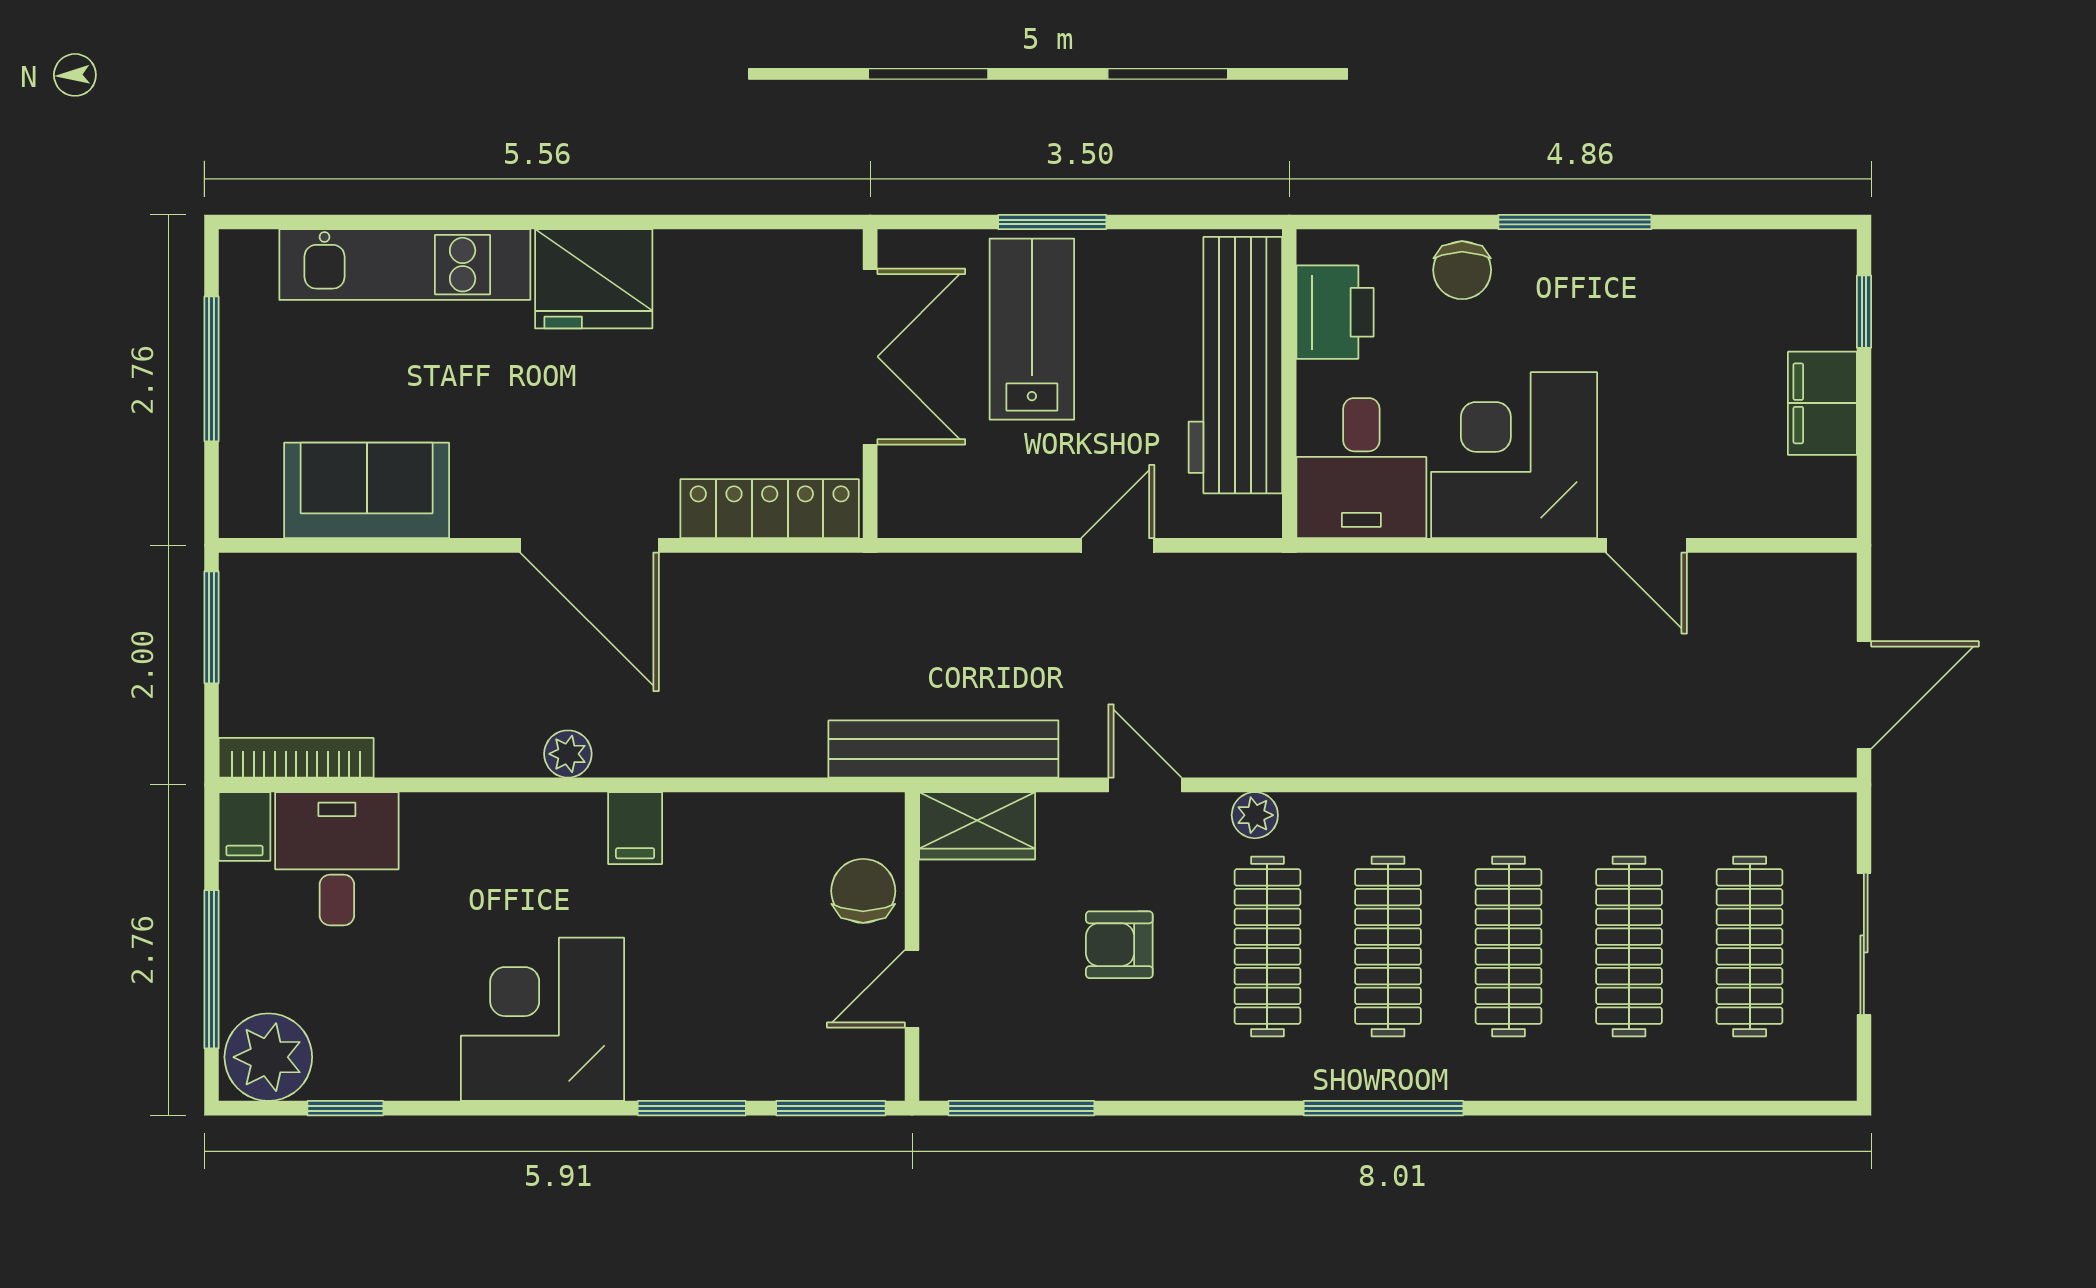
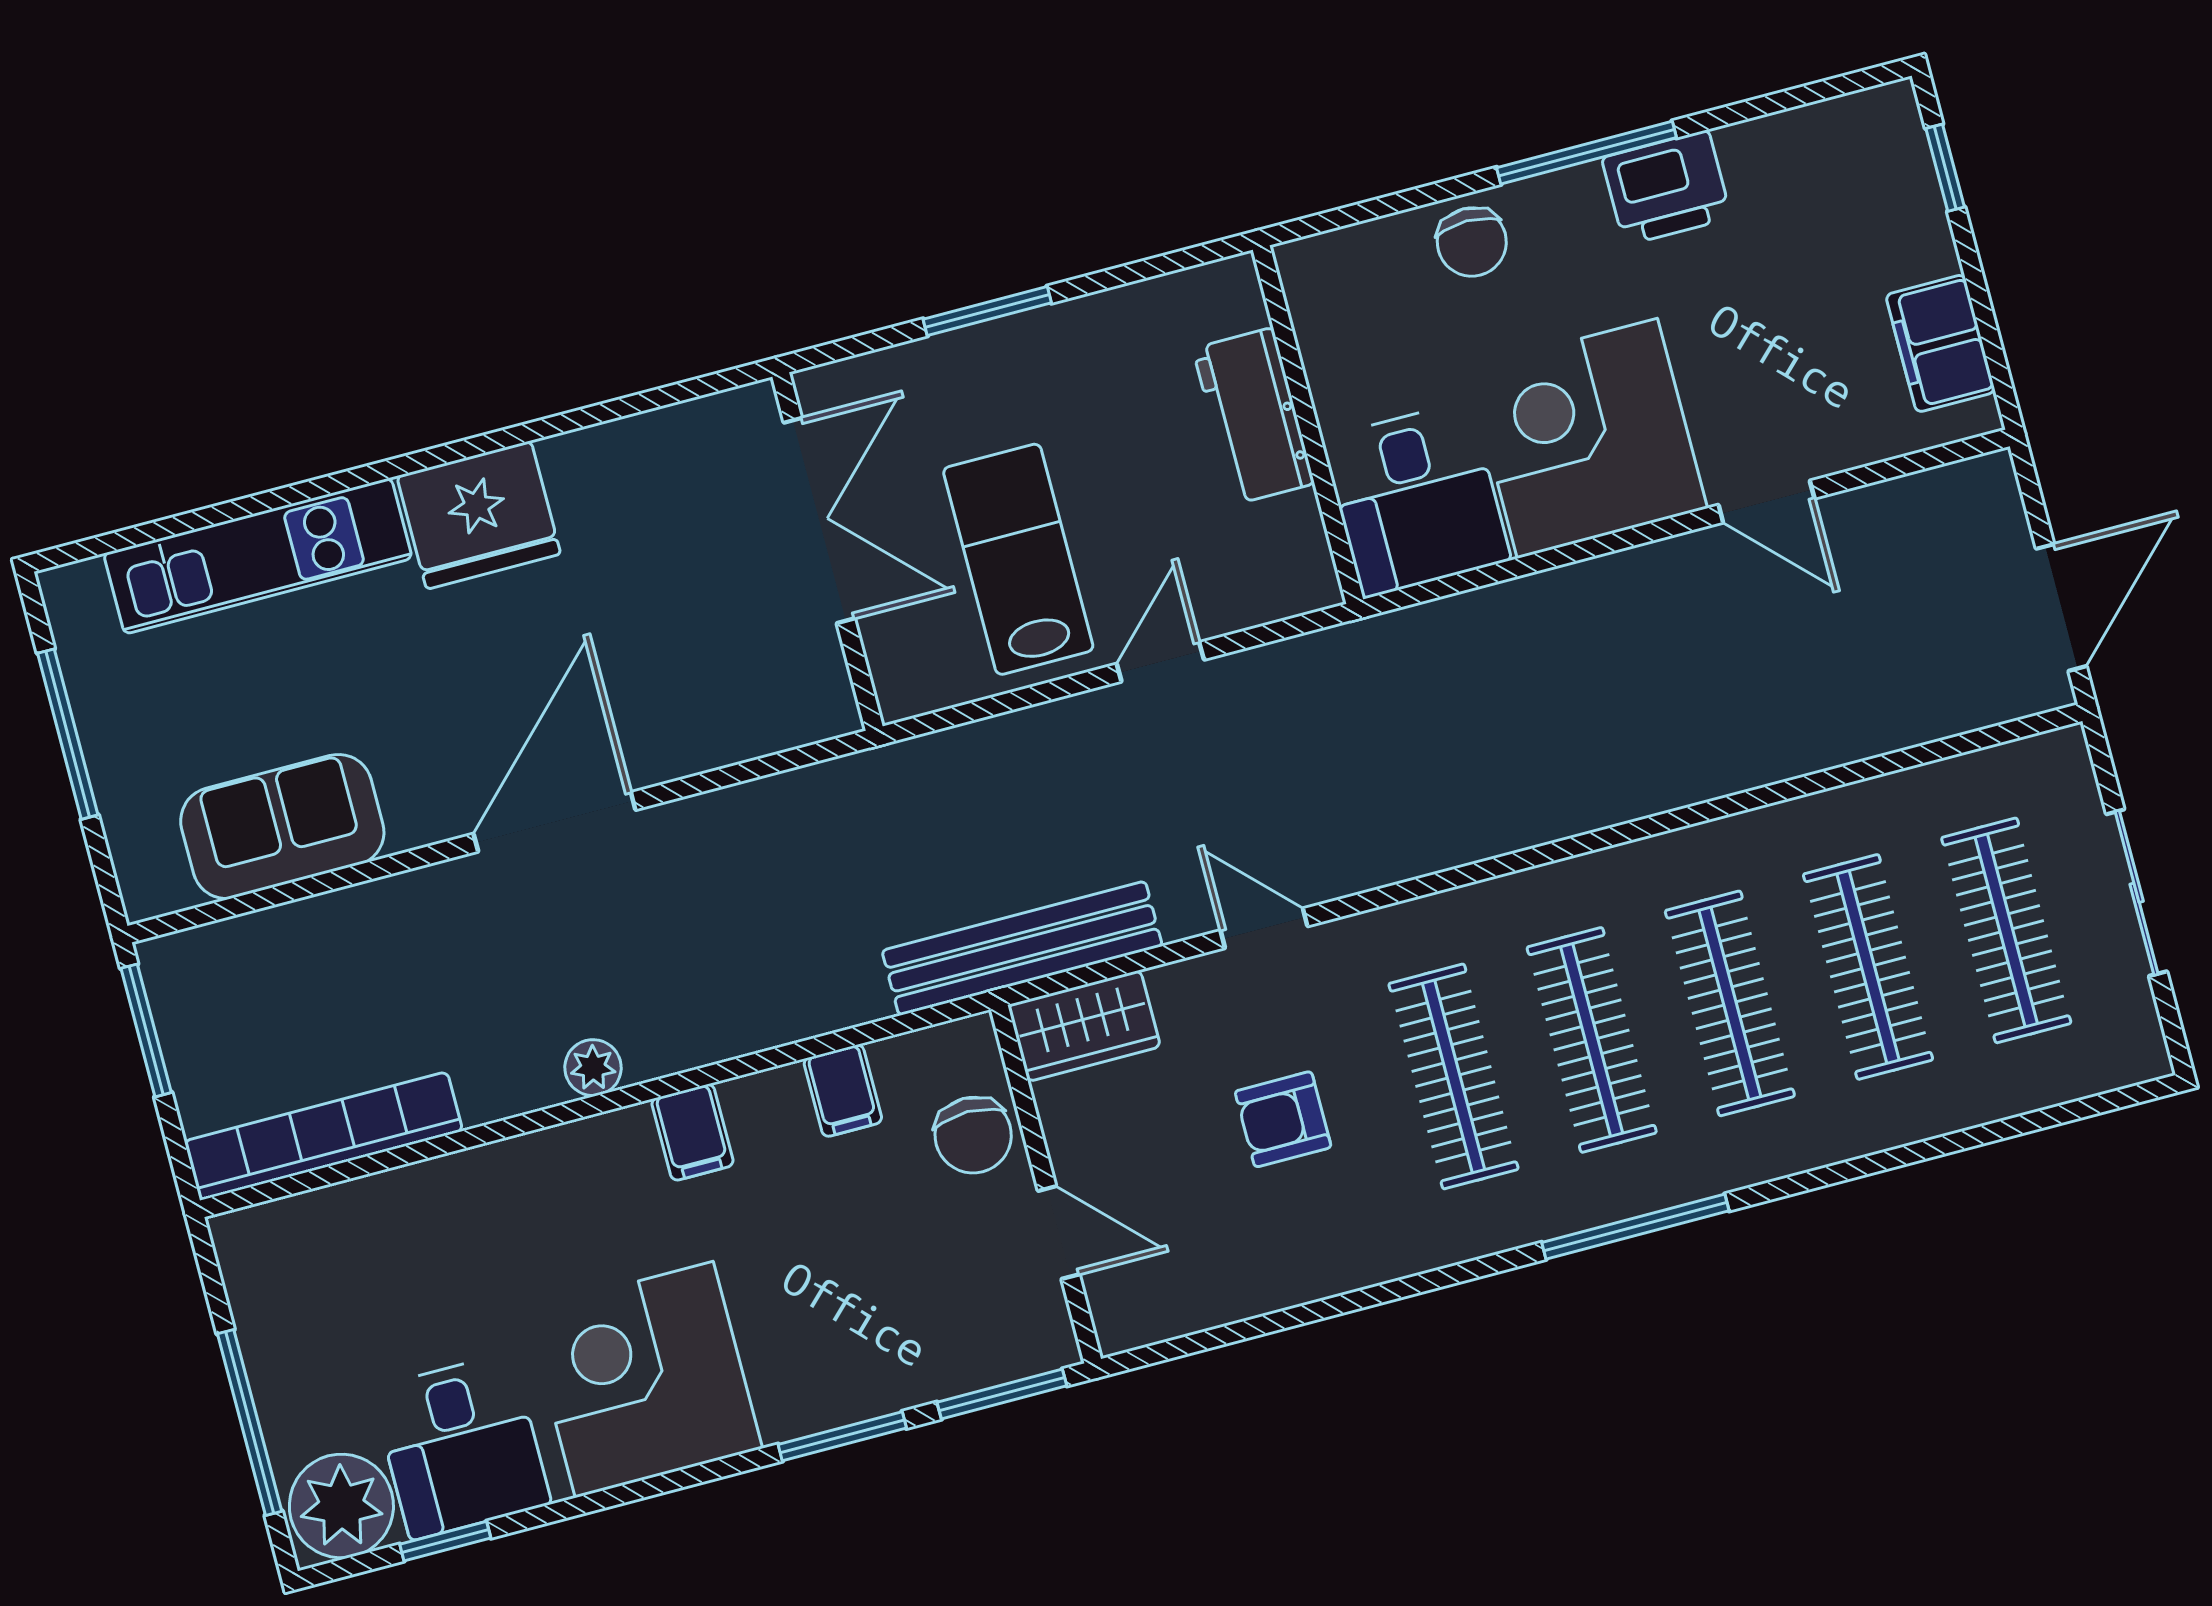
printer: (1335, 312) -> (1666, 188), moved, turned 90
lab bench: (1032, 329) -> (1018, 559), moved
workbench: (1235, 365) -> (1253, 416), width x0.53, depth x0.76
filing cabinet: (1822, 403) -> (1940, 343), moved
locker: (770, 509) -> (750, 725), removed
door: (589, 545) -> (555, 822), swing flipped
bookcase: (296, 758) -> (323, 1136), width x1.48, depth x1.31
plant: (1255, 815) -> (1399, 930), removed
filing cabinet: (245, 826) -> (843, 1091), moved
desk: (337, 859) -> (461, 1446), moved, turned 180
chair: (863, 891) -> (973, 1135), turned 180
door: (912, 989) -> (1059, 1233), swing flipped
window: (1021, 1108) -> (1220, 1336), removed

